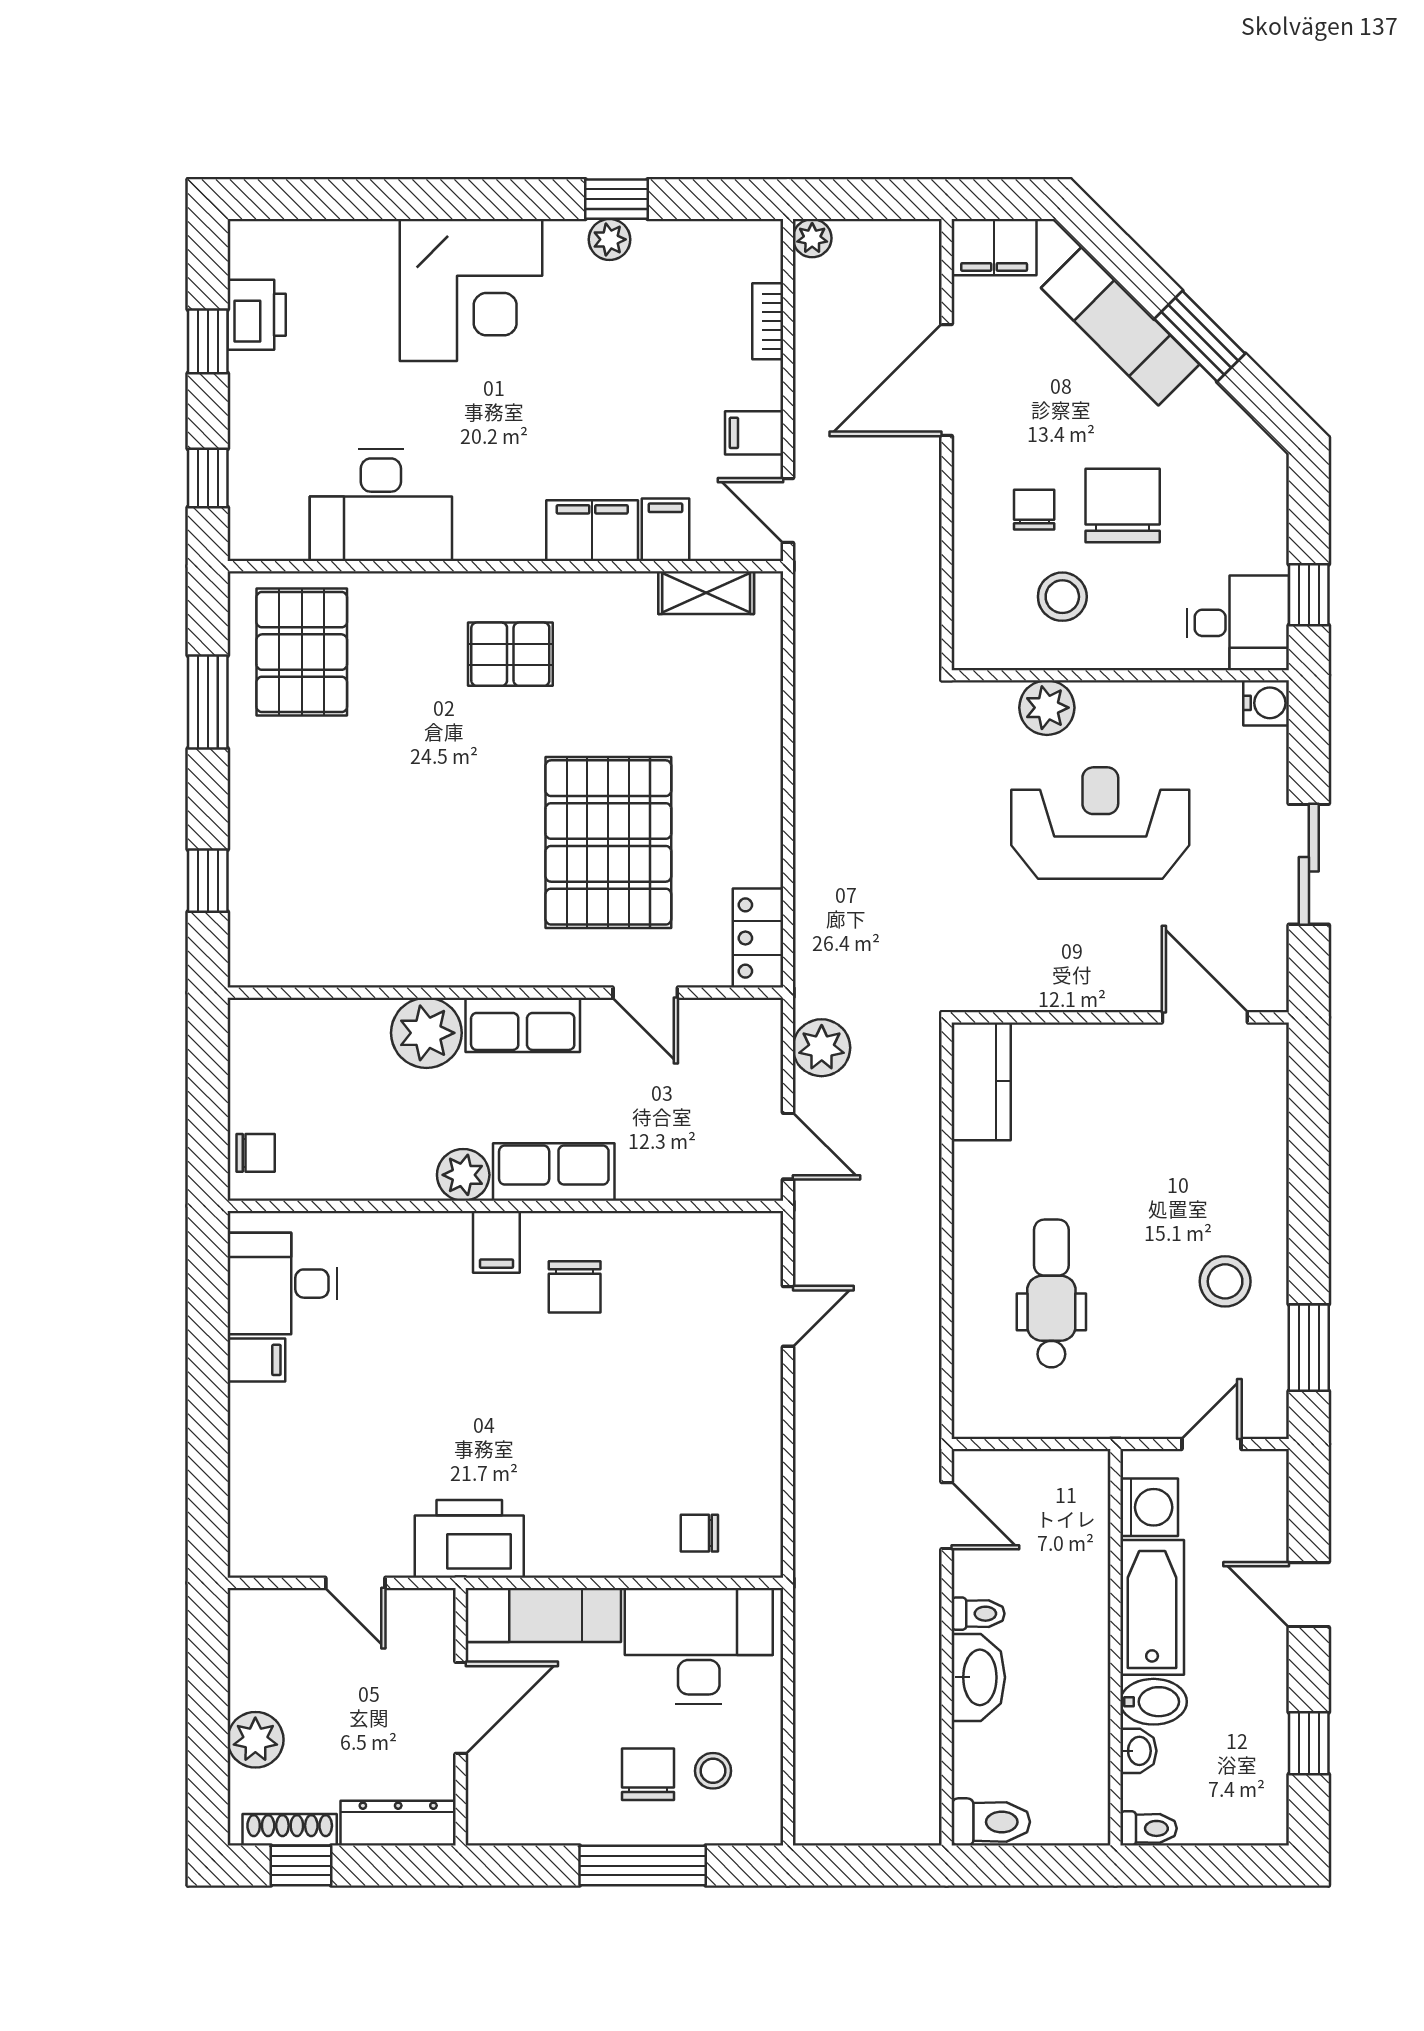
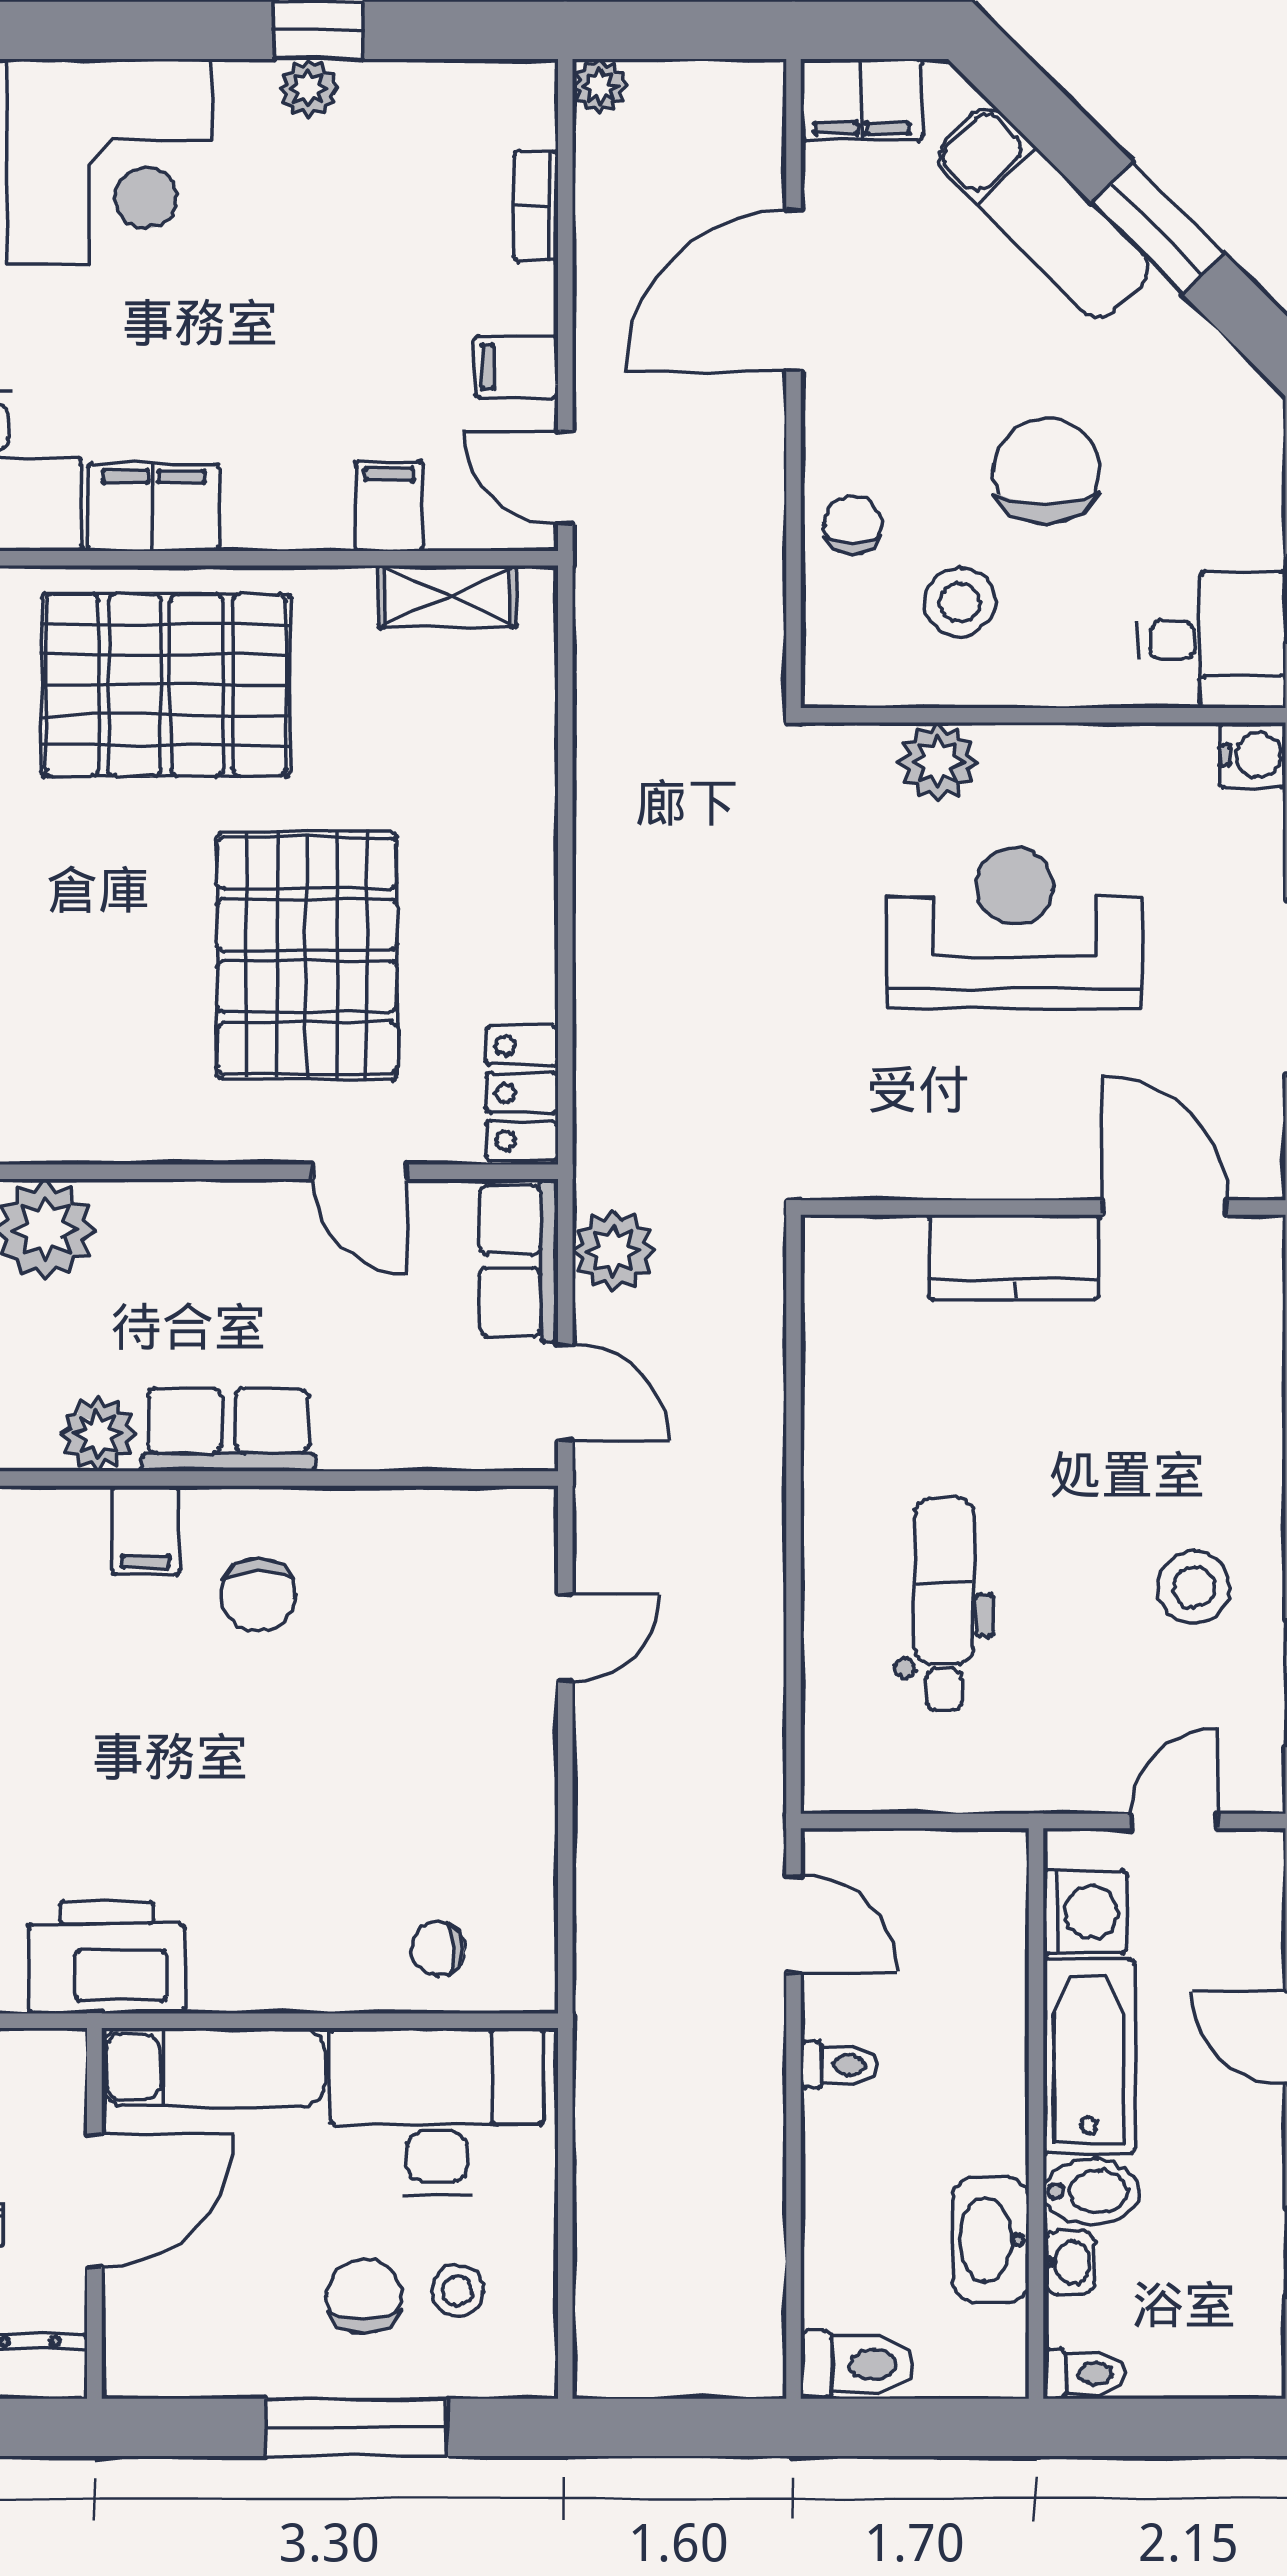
chair: (1034, 510) -> (853, 525), moved
filing cabinet: (592, 531) -> (153, 507), moved
pallet: (510, 654) -> (166, 685), width x2.05, depth x2.00
row of seats: (523, 1025) -> (519, 1261), moved, turned 90
kitchen counter: (981, 1081) -> (1014, 1257), moved, turned 90
washbasin: (978, 1677) -> (991, 2240), moved, turned 180

